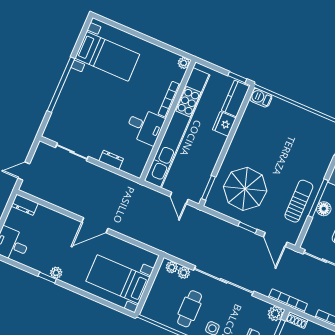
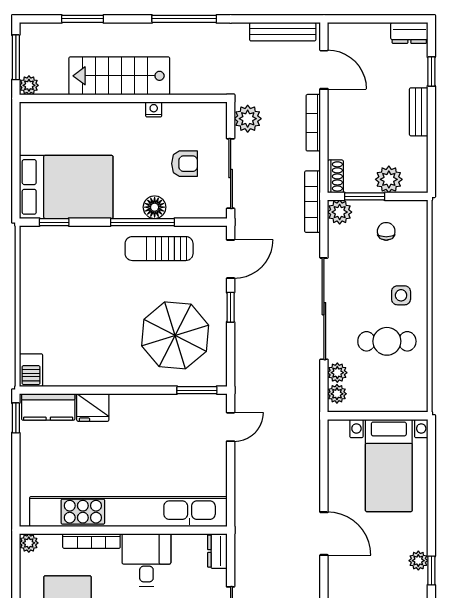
plant: (184, 63) -> (29, 543), moved
bookcase: (169, 99) -> (91, 541), moved
wall: (168, 120) -> (123, 530), moved
desk: (145, 126) -> (146, 560), moved
kitchen unit: (177, 128) -> (128, 512), moved

